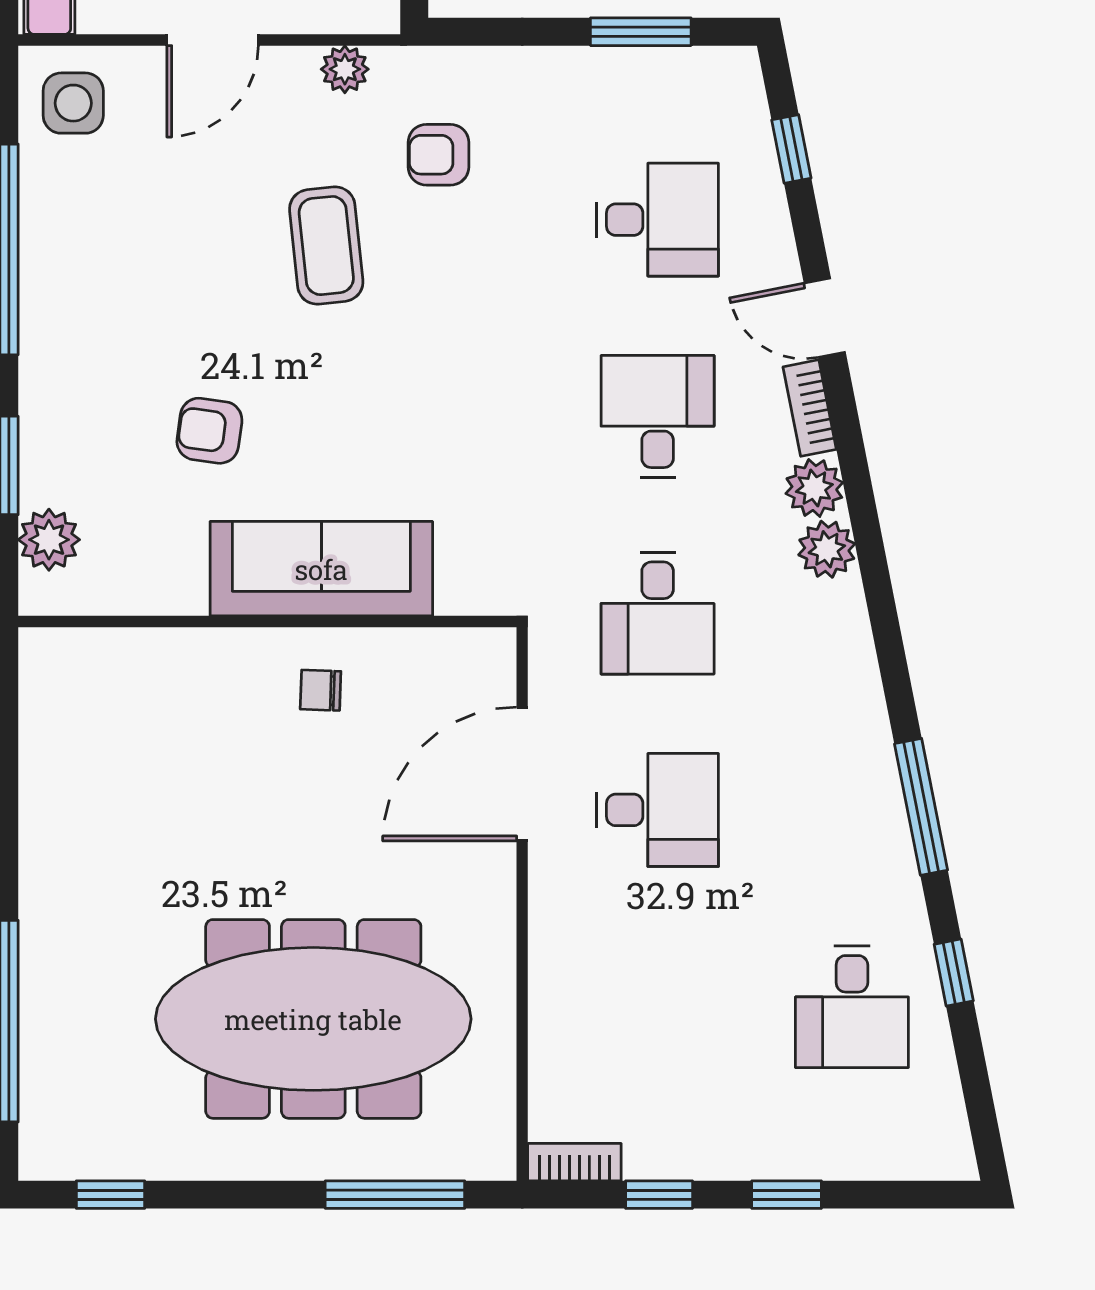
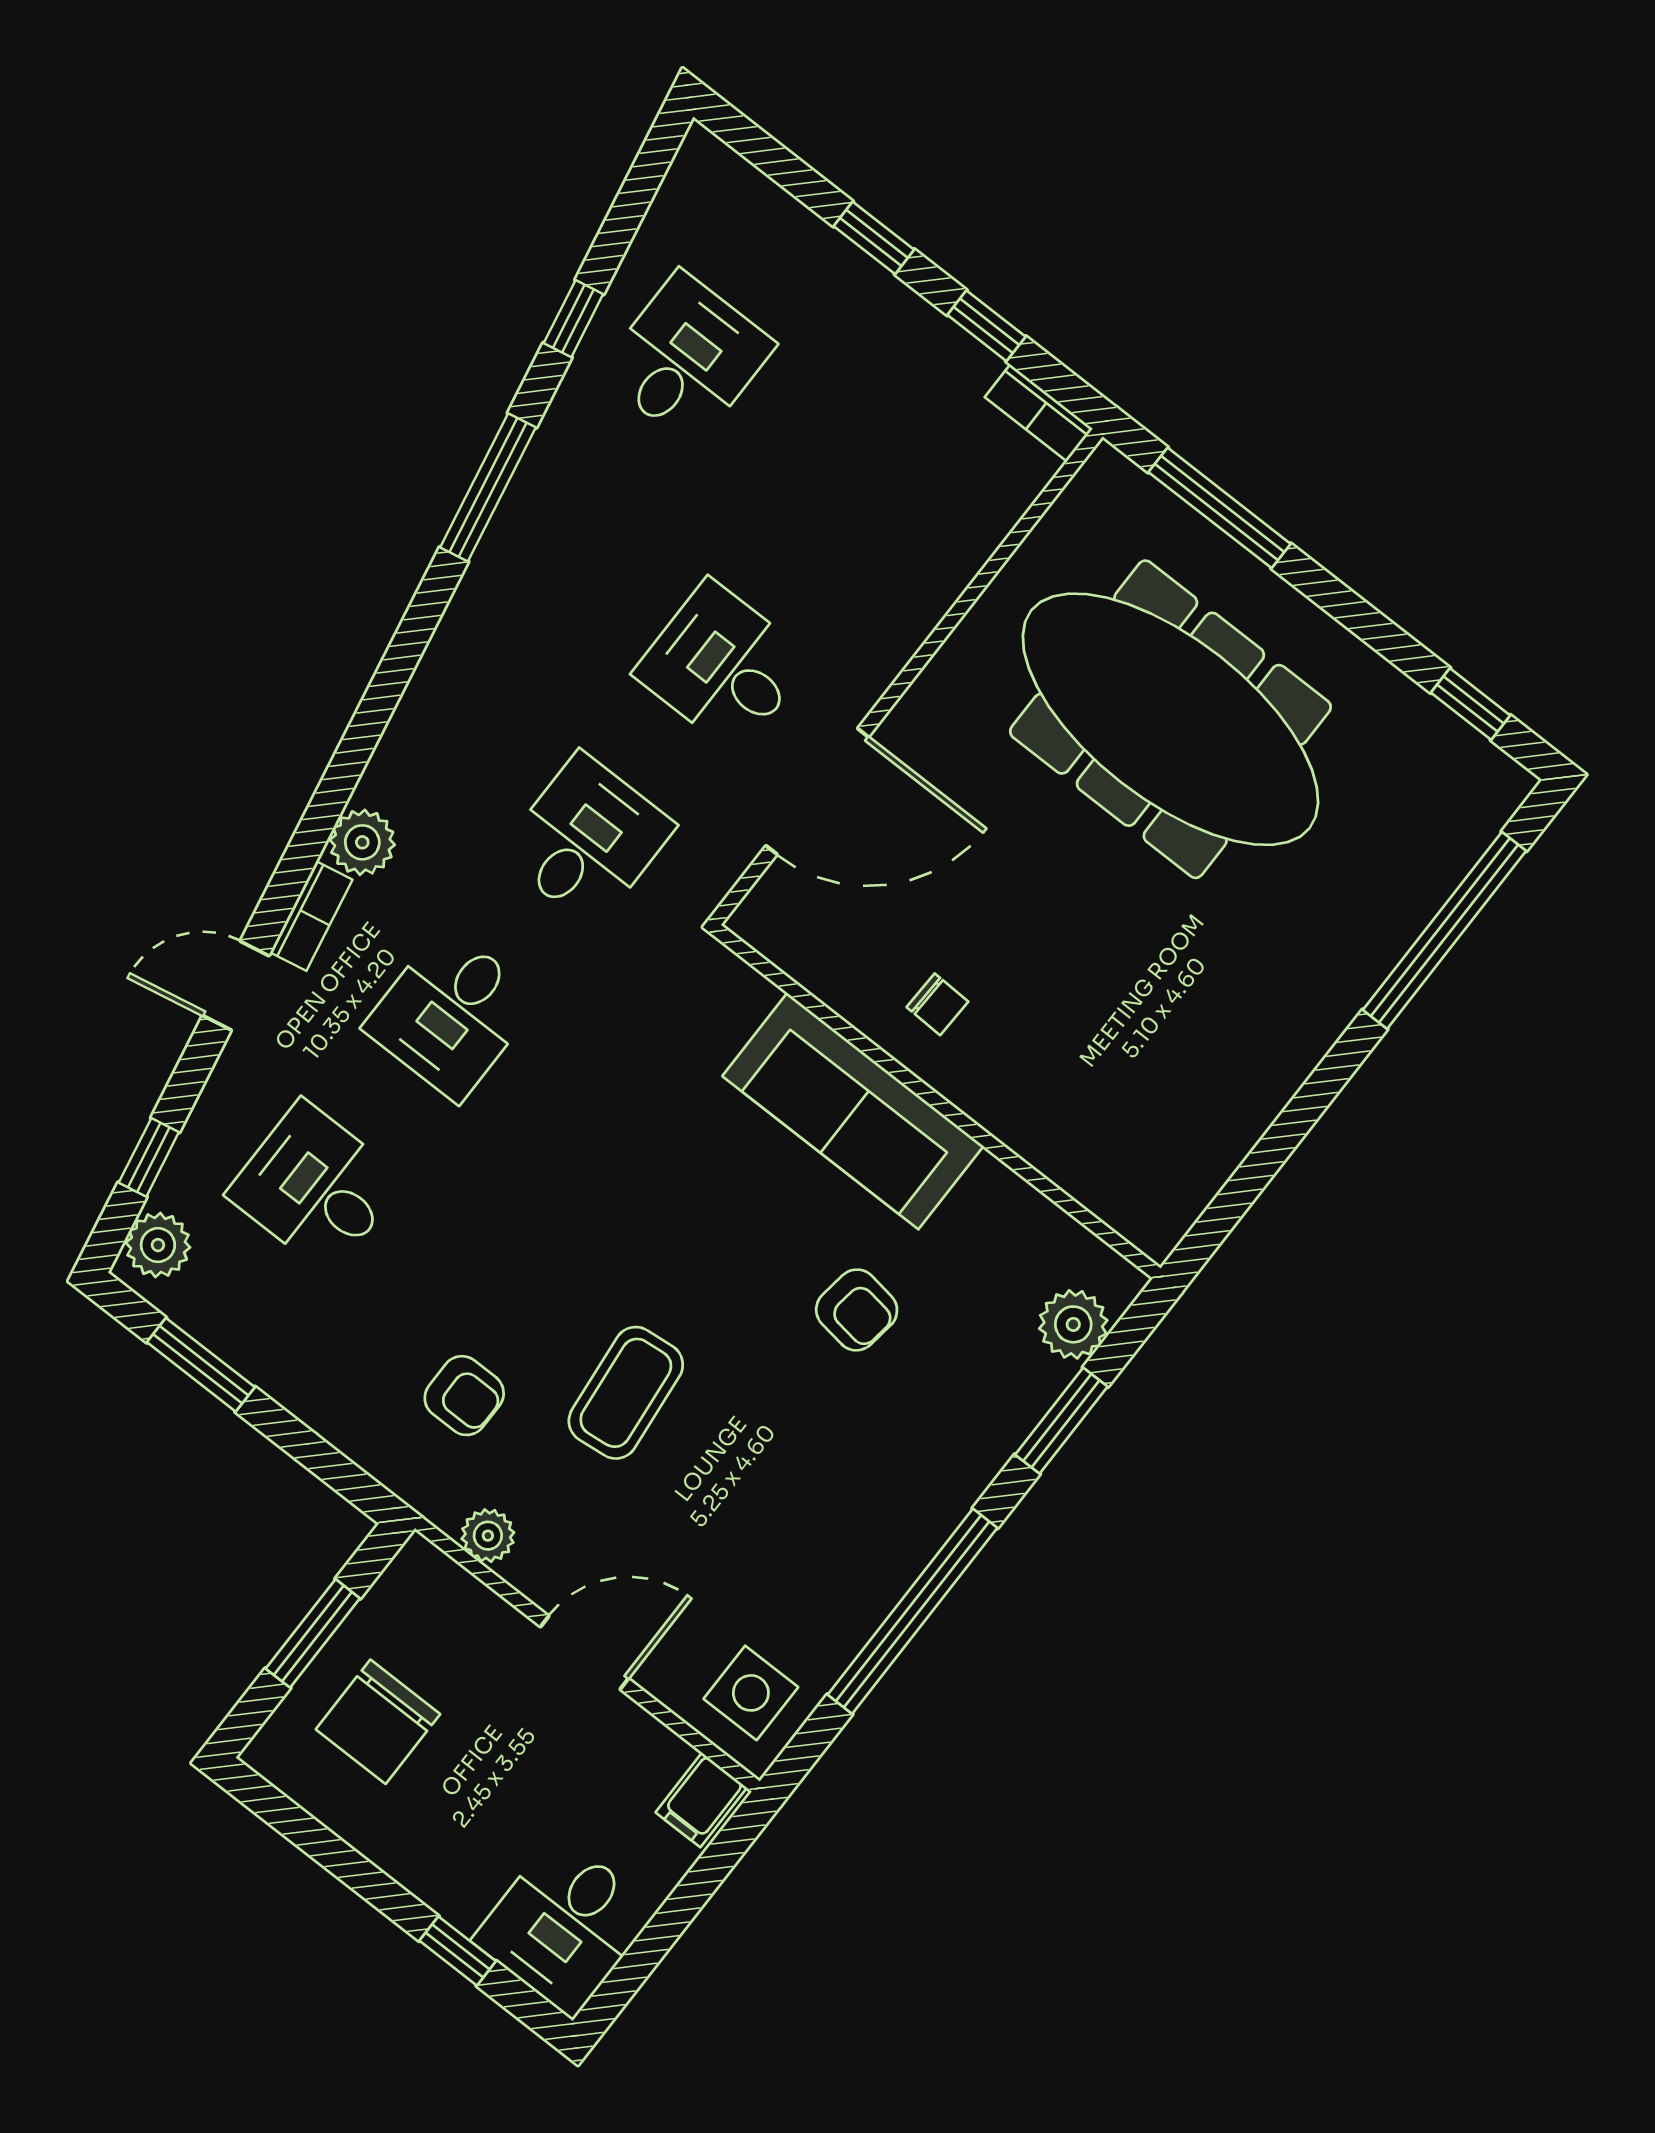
door: (825, 318) -> (236, 986), swing flipped
plant: (827, 549) -> (158, 1245), moved

